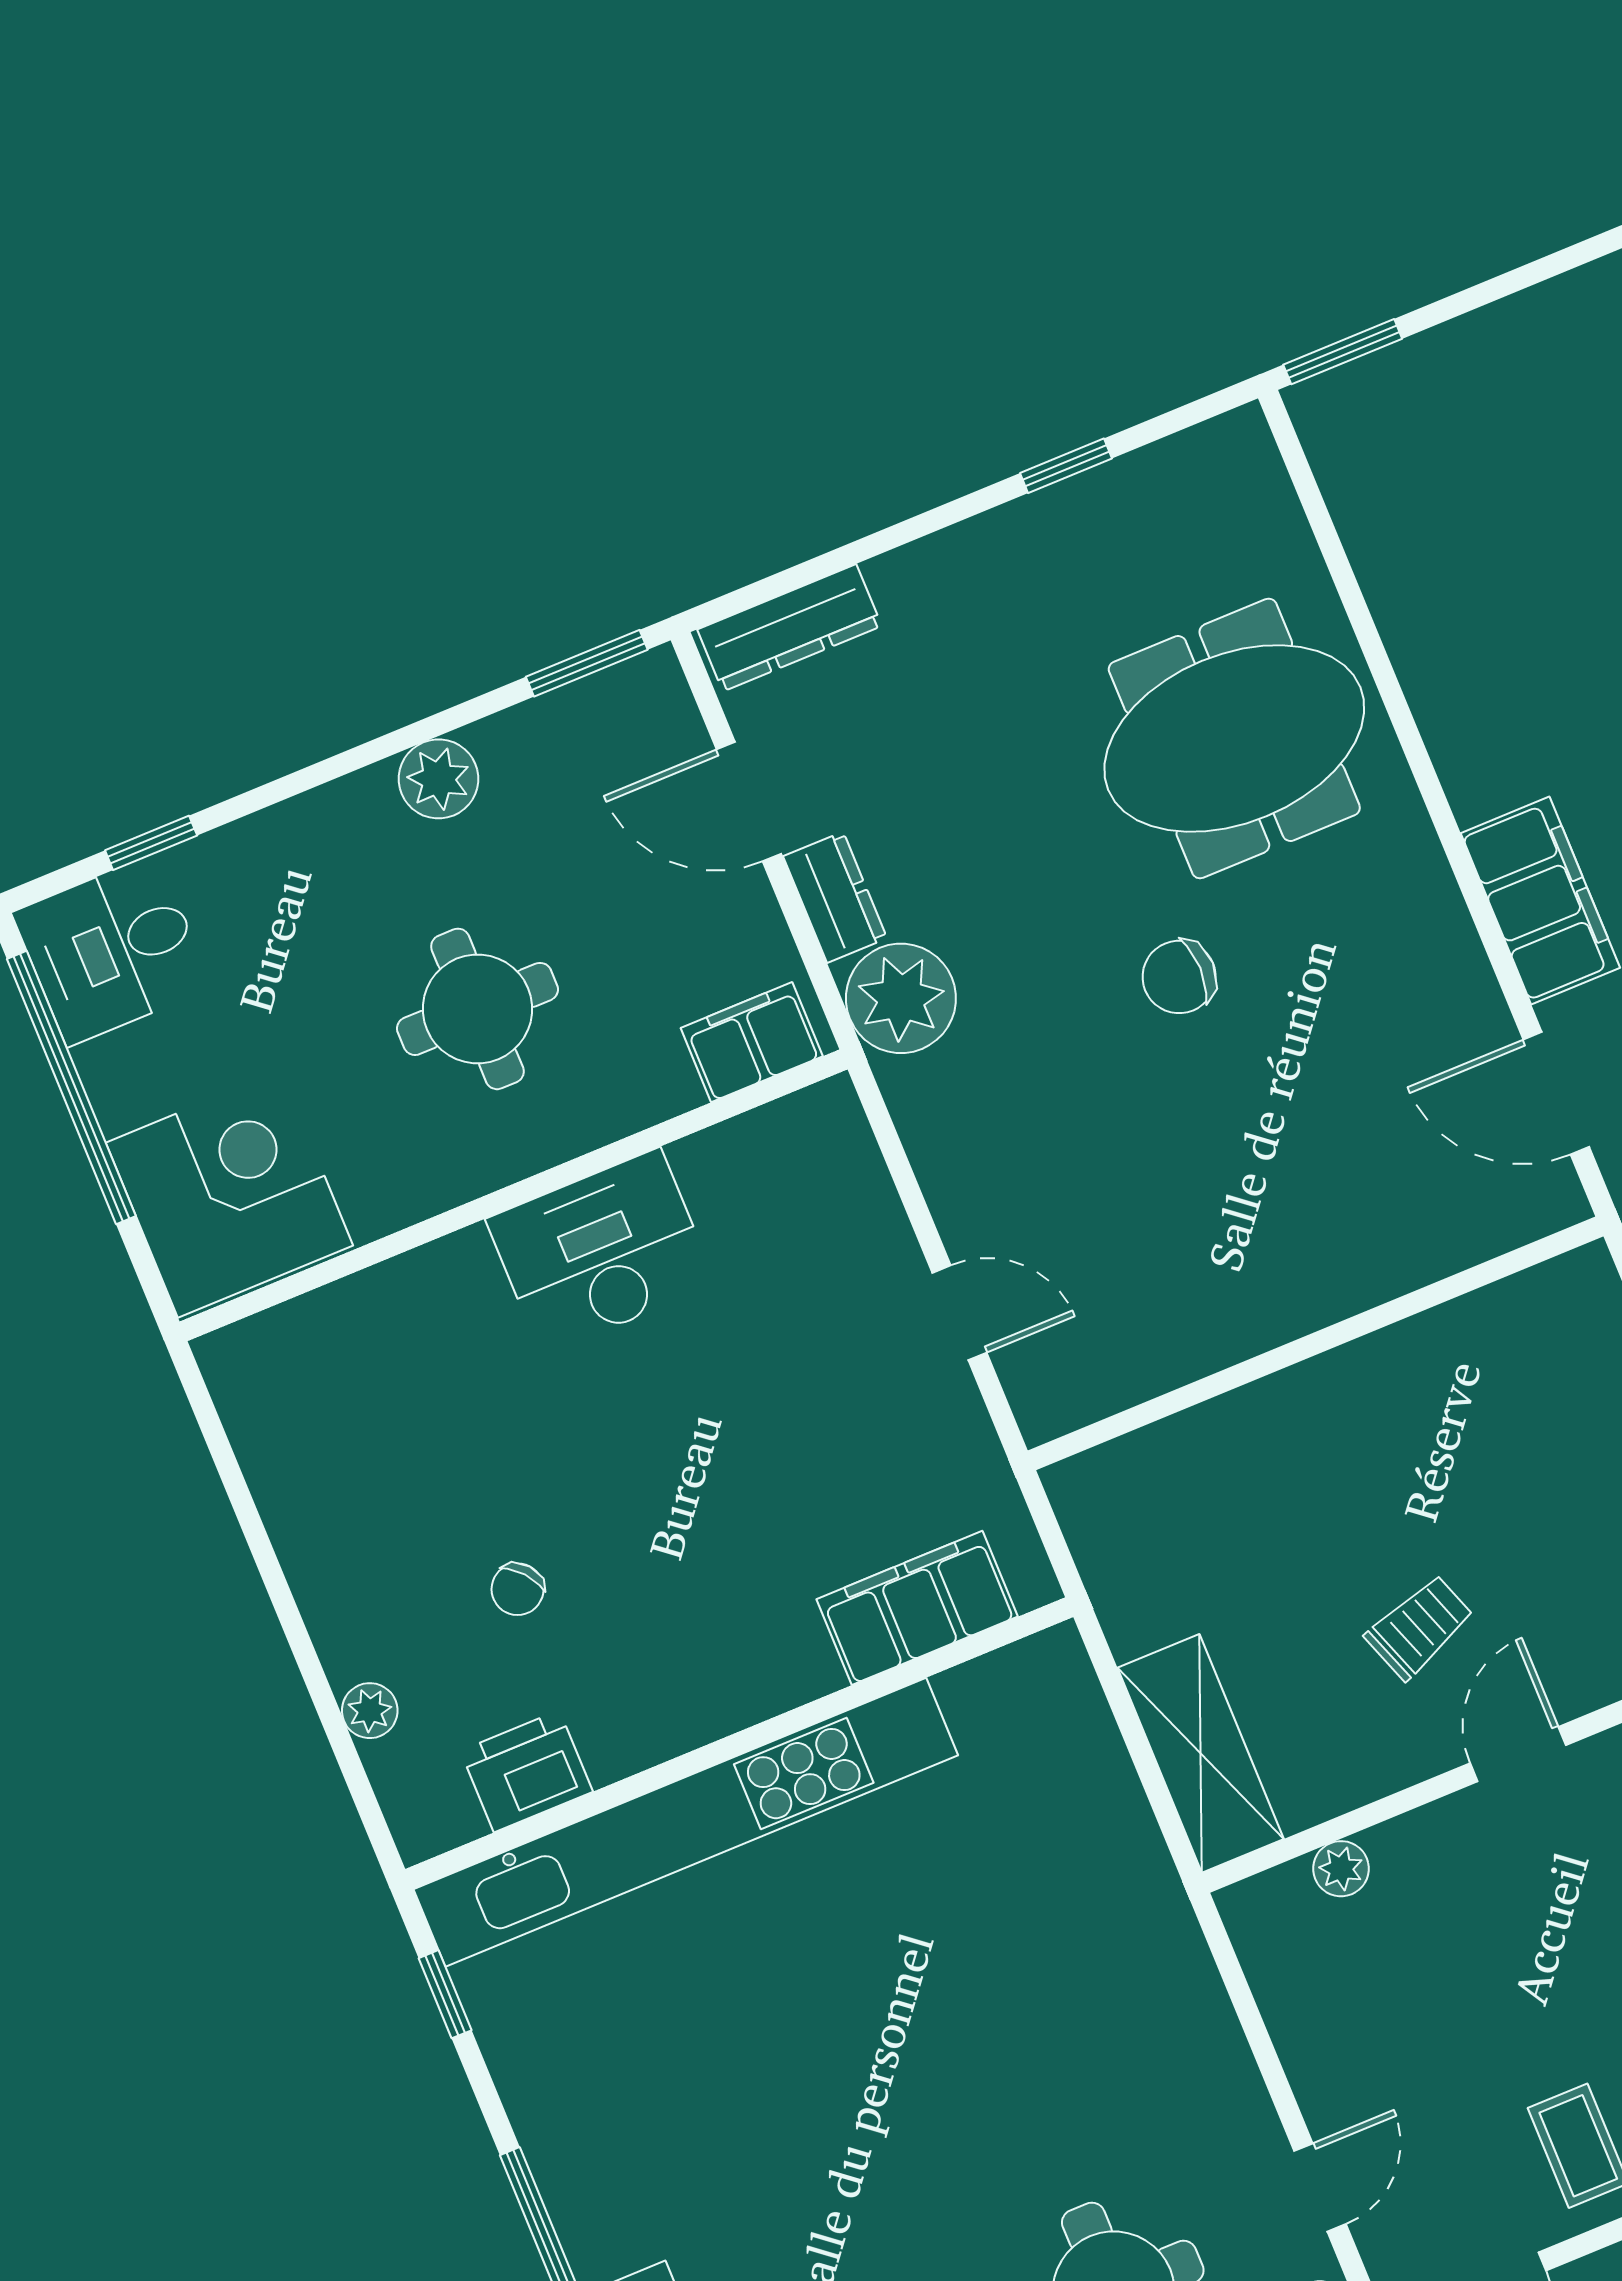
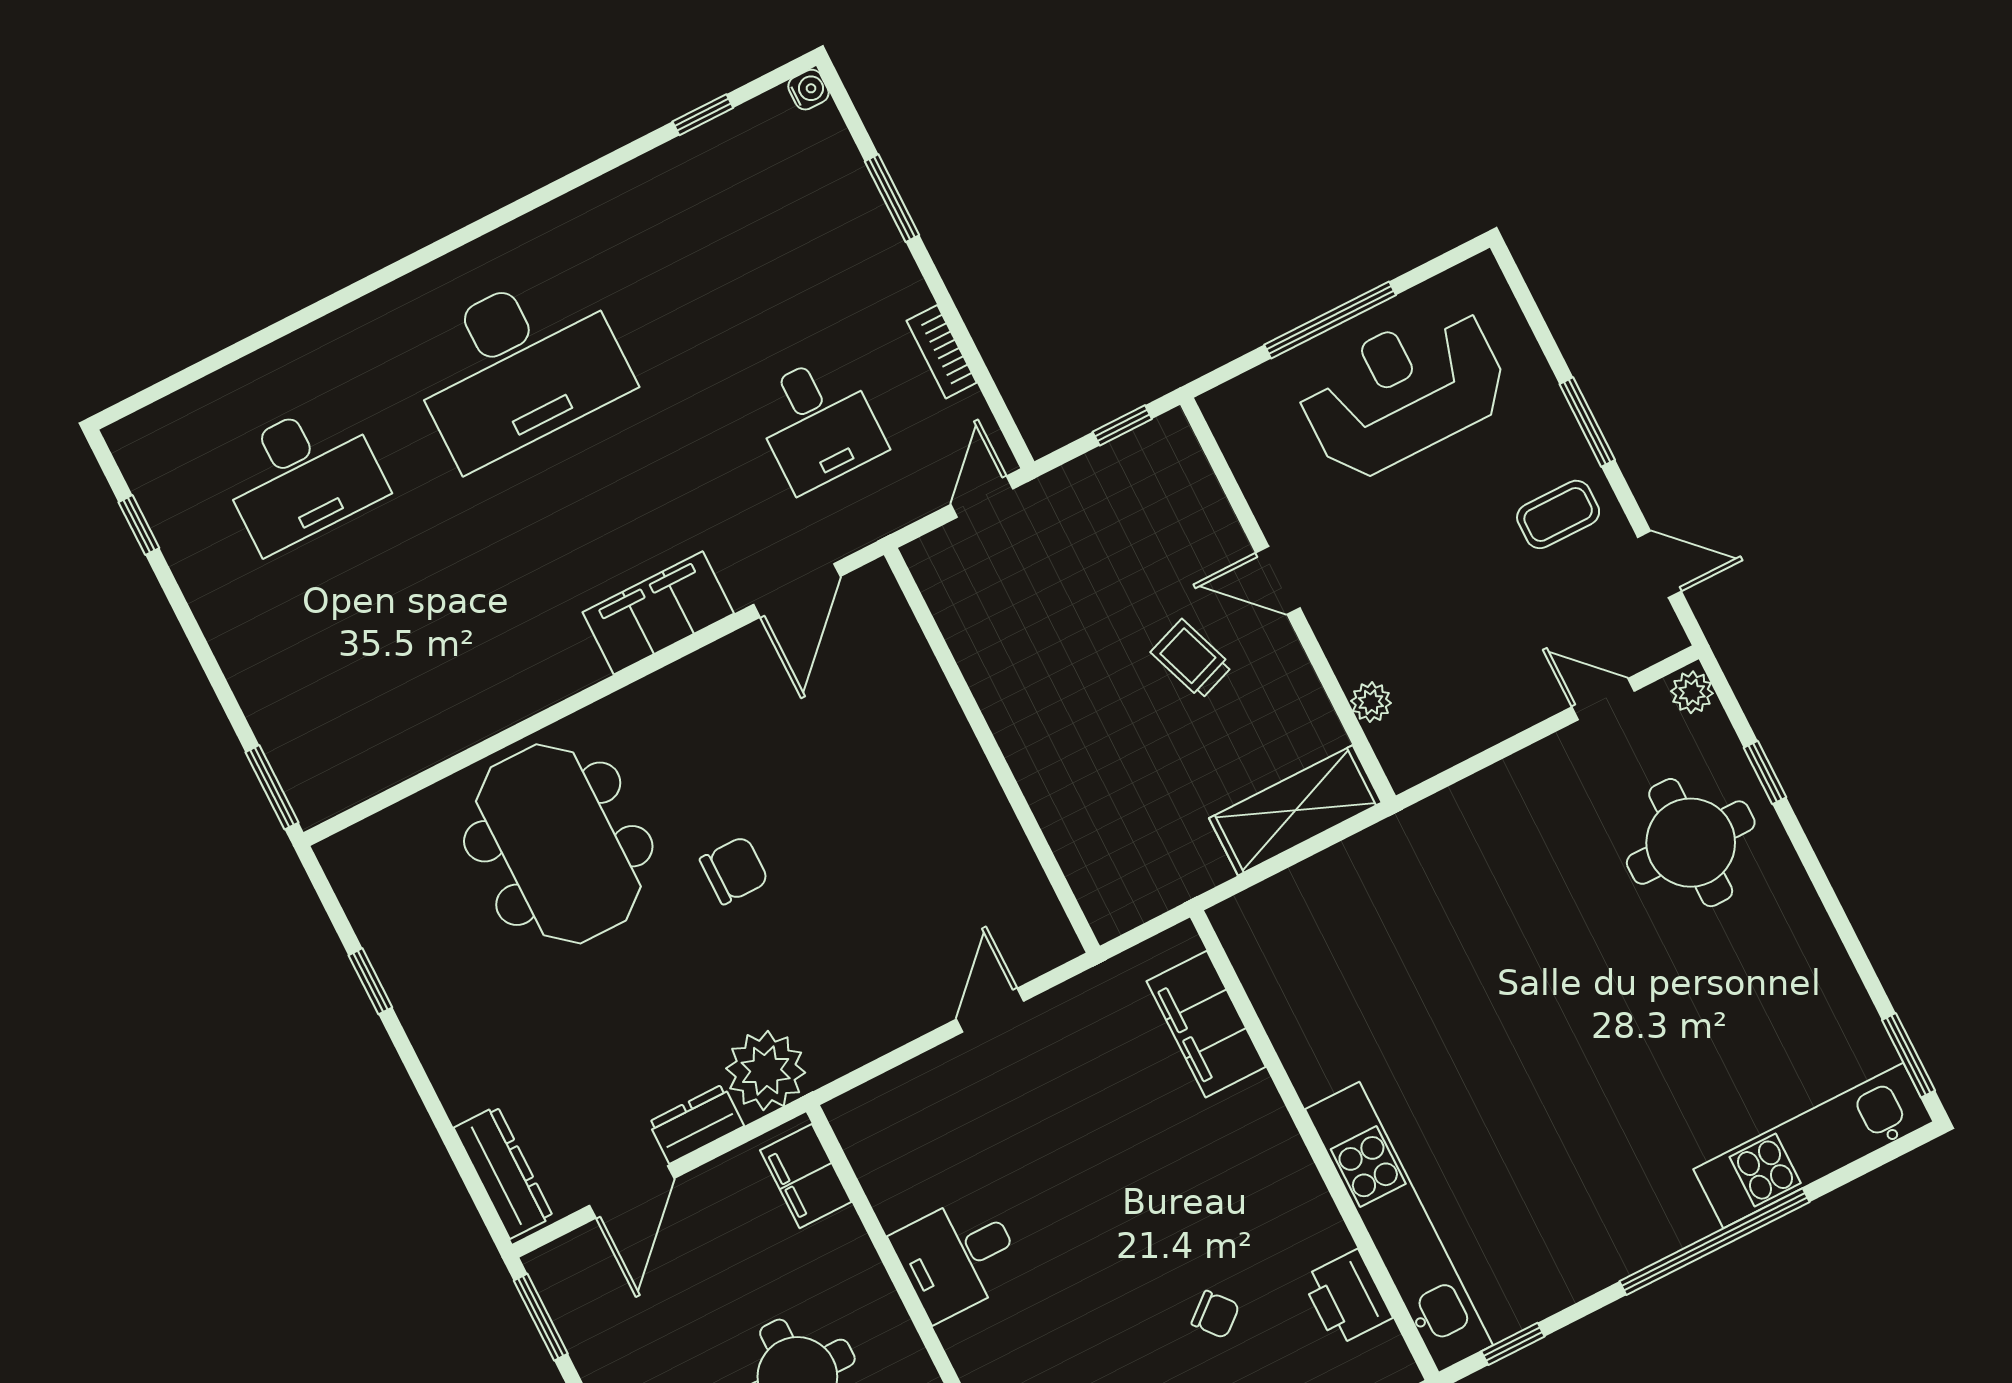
chair: (1179, 977) -> (734, 870), turned -90
desk: (601, 1252) -> (958, 1257), width x0.73
kitchen unit: (686, 1822) -> (1399, 1227), width x0.73

